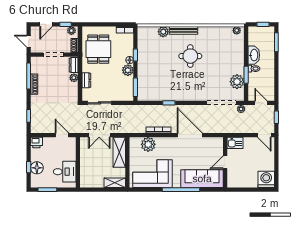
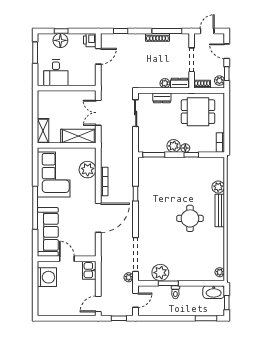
washbasin: (254, 55) -> (214, 292), moved
door: (62, 135) -> (98, 56), moved
washing machine: (266, 179) -> (47, 277), moved

